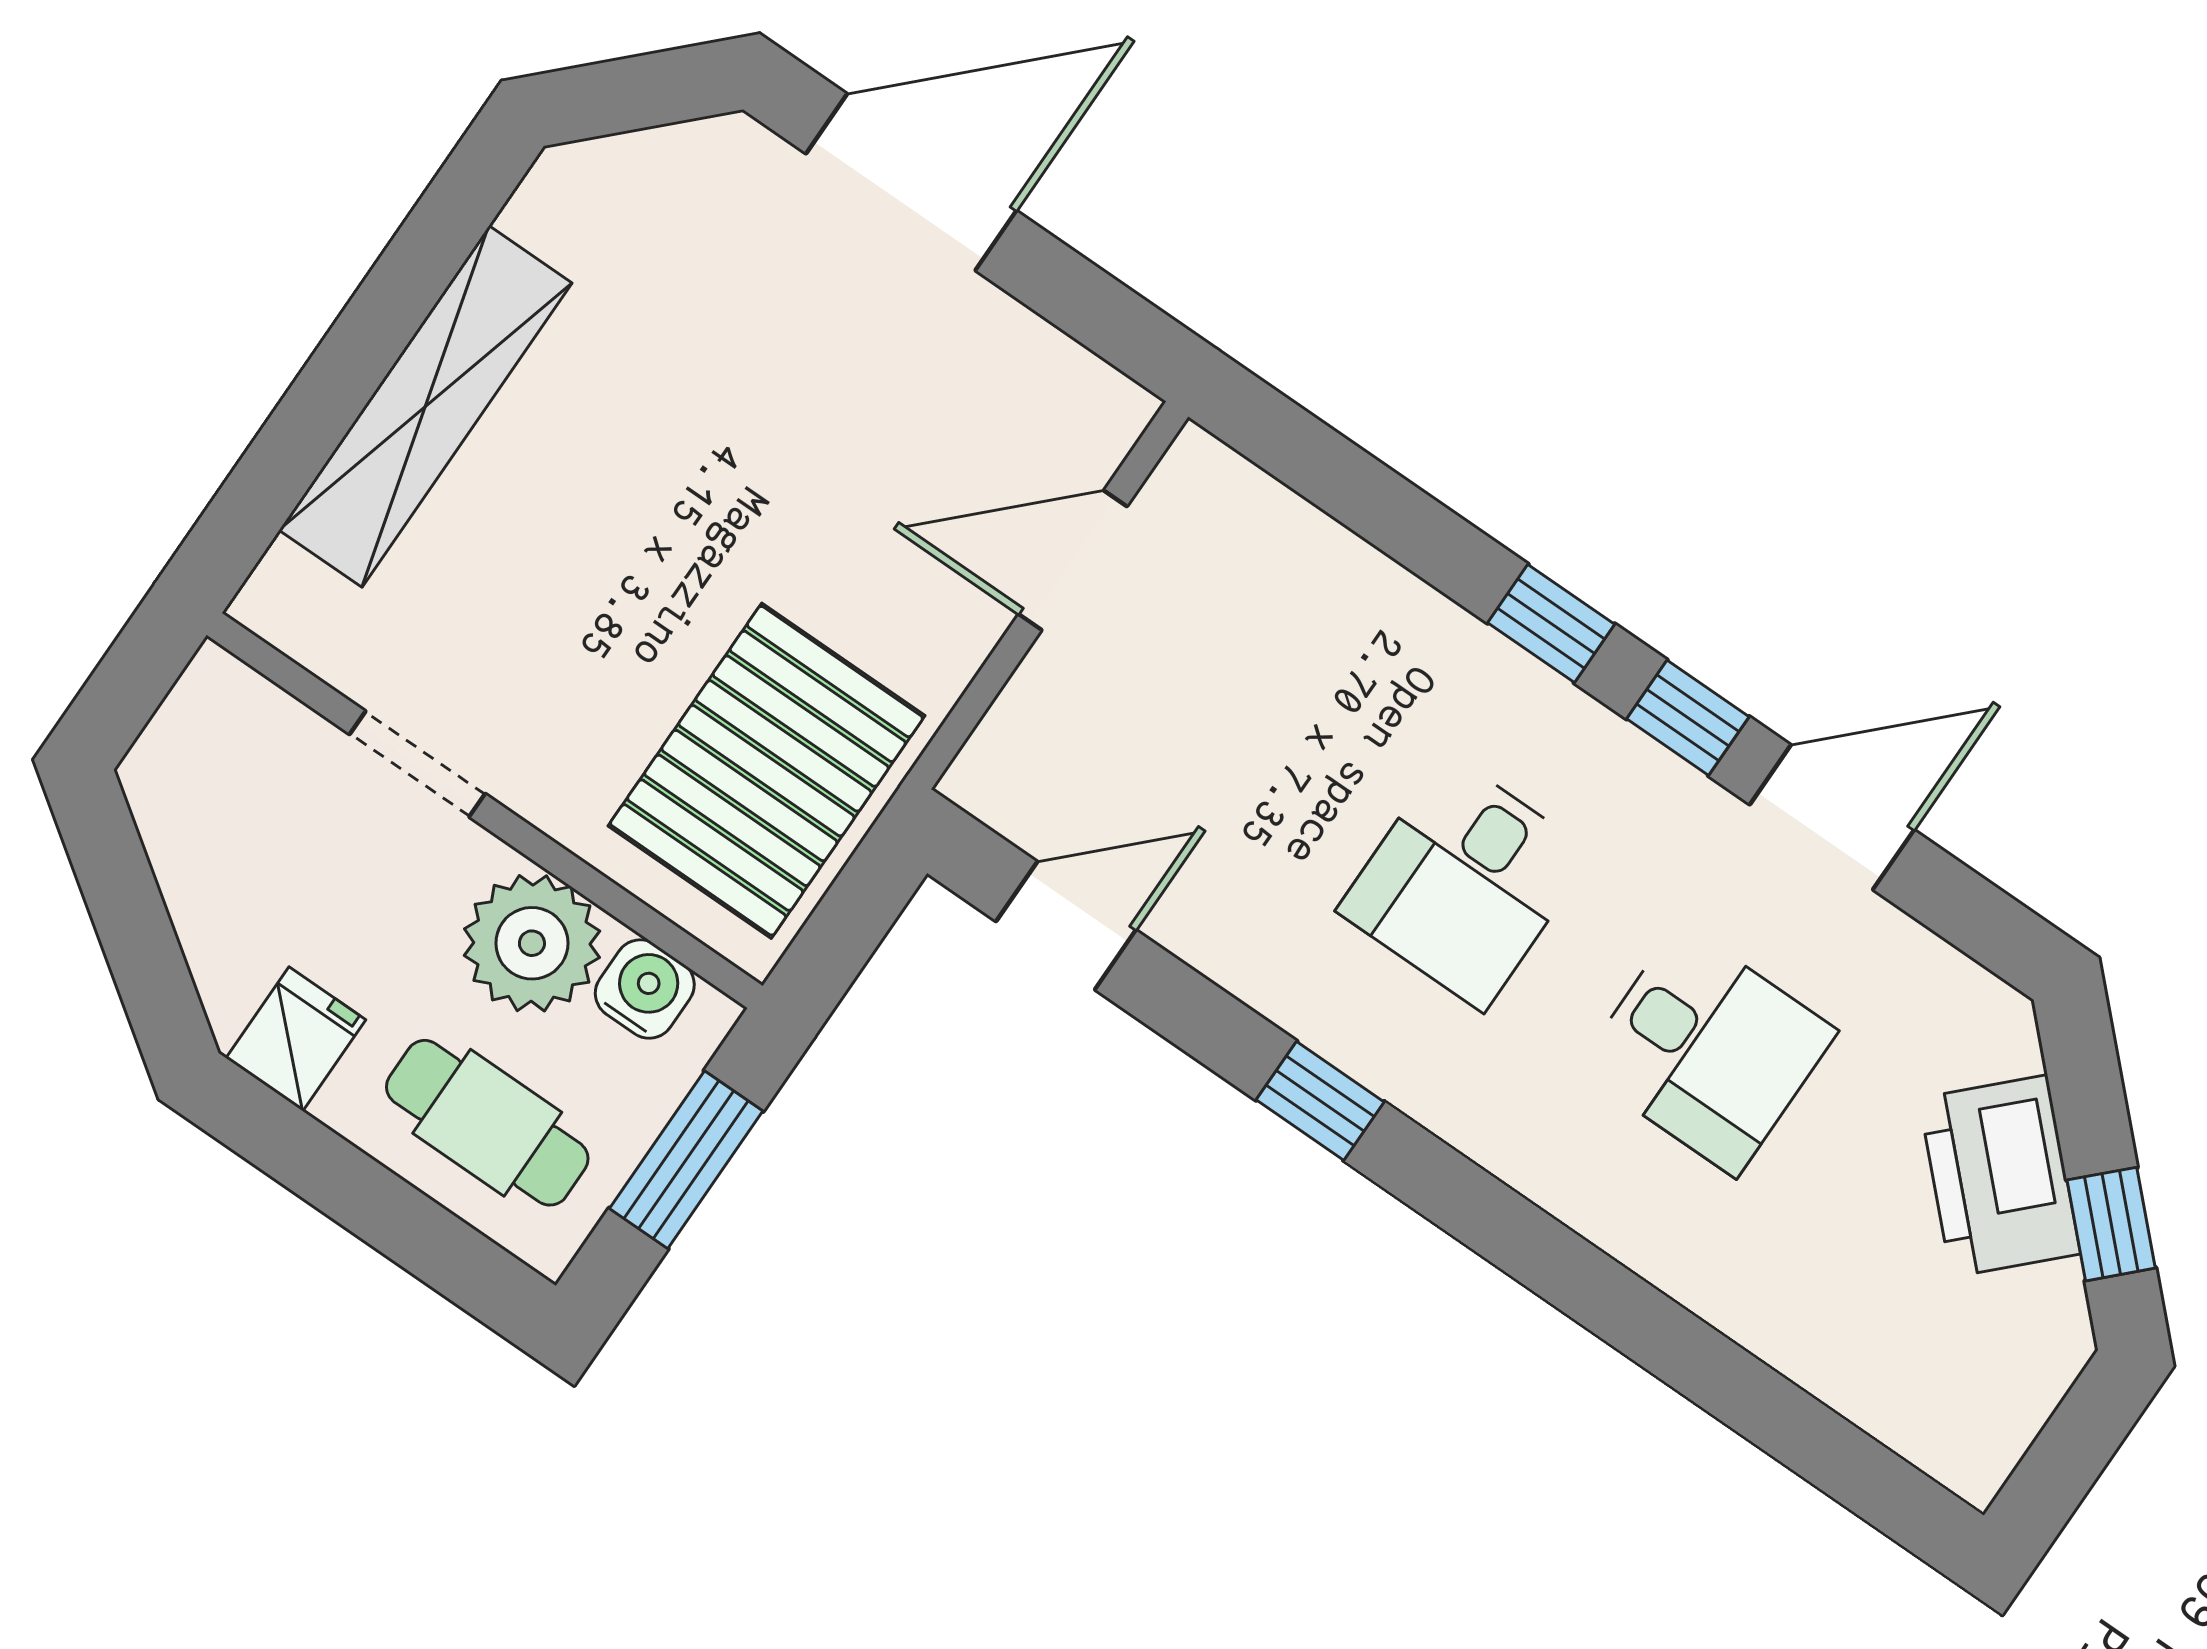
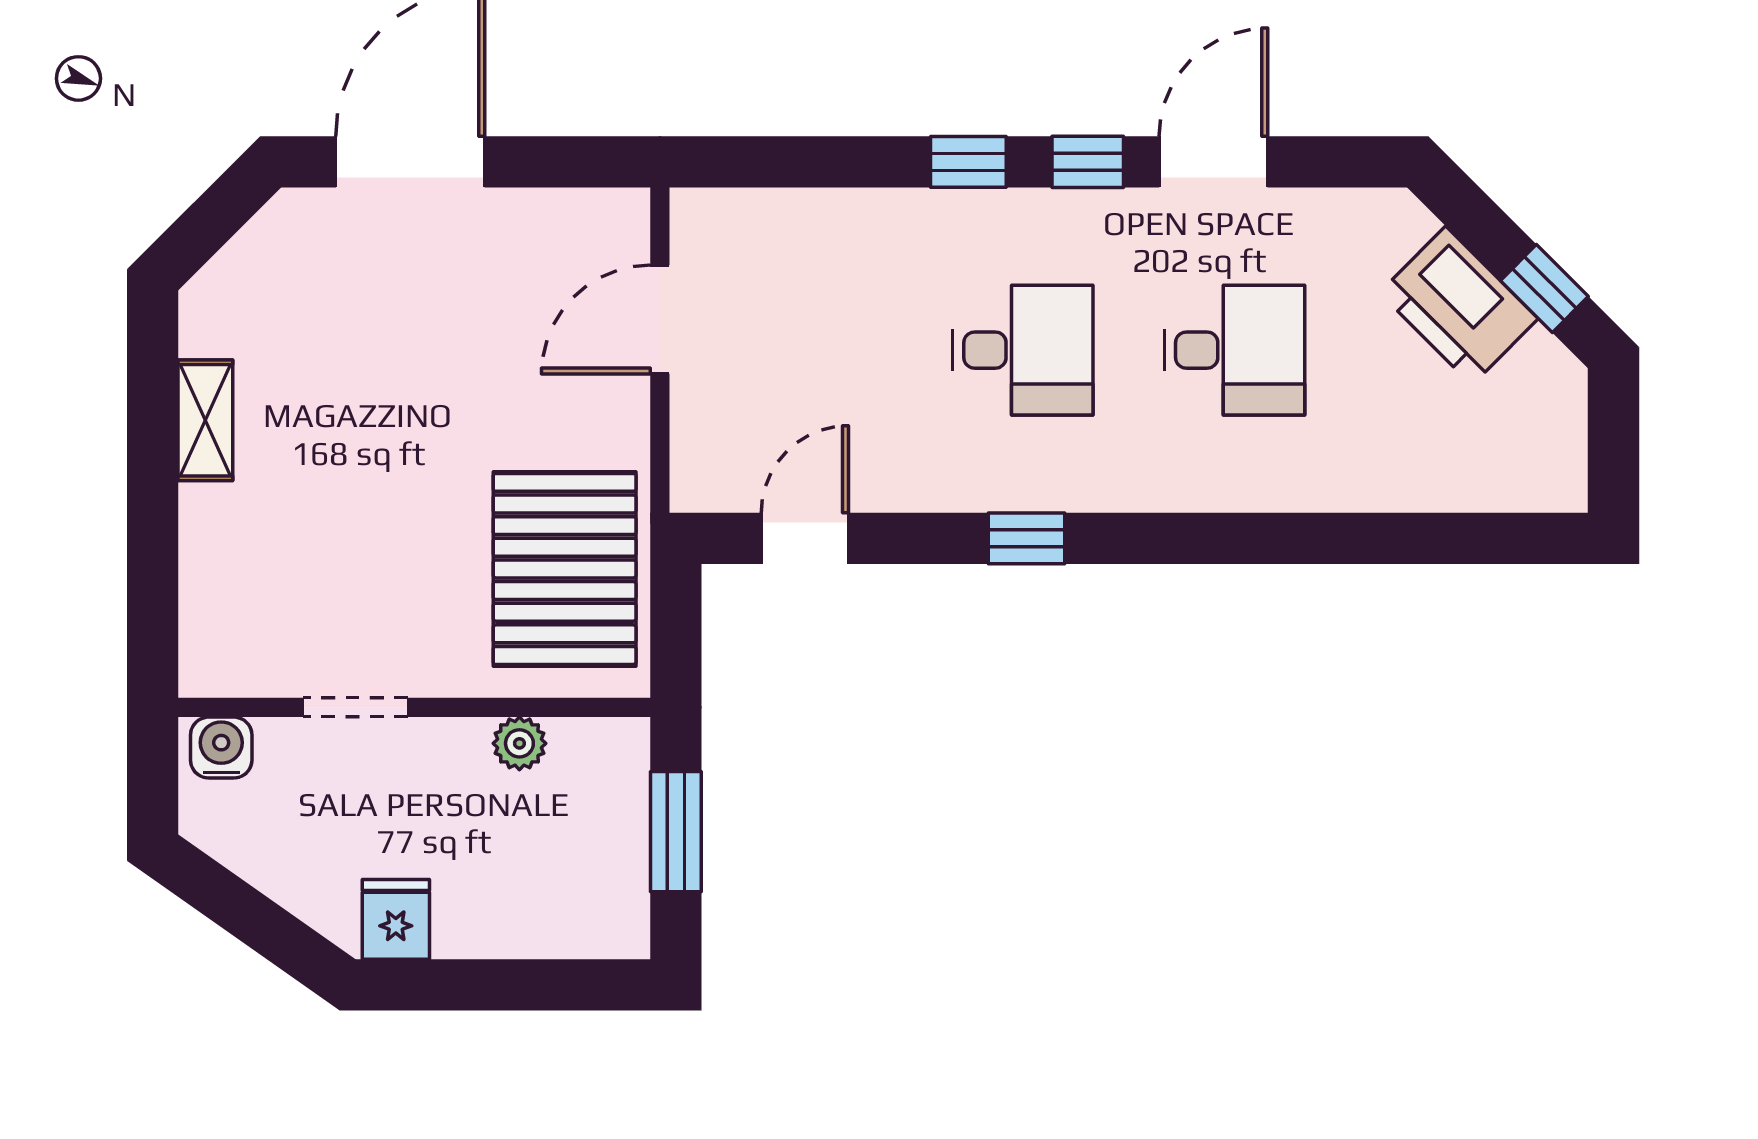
shelving: (425, 406) -> (205, 420), width x0.45, depth x0.75
desk: (1465, 882) -> (1023, 350), turned -90
plant: (532, 943) -> (519, 743), width x0.53, depth x0.53
water cooler: (645, 989) -> (221, 748), moved
cafe table: (487, 1123) -> (543, 891), removed

